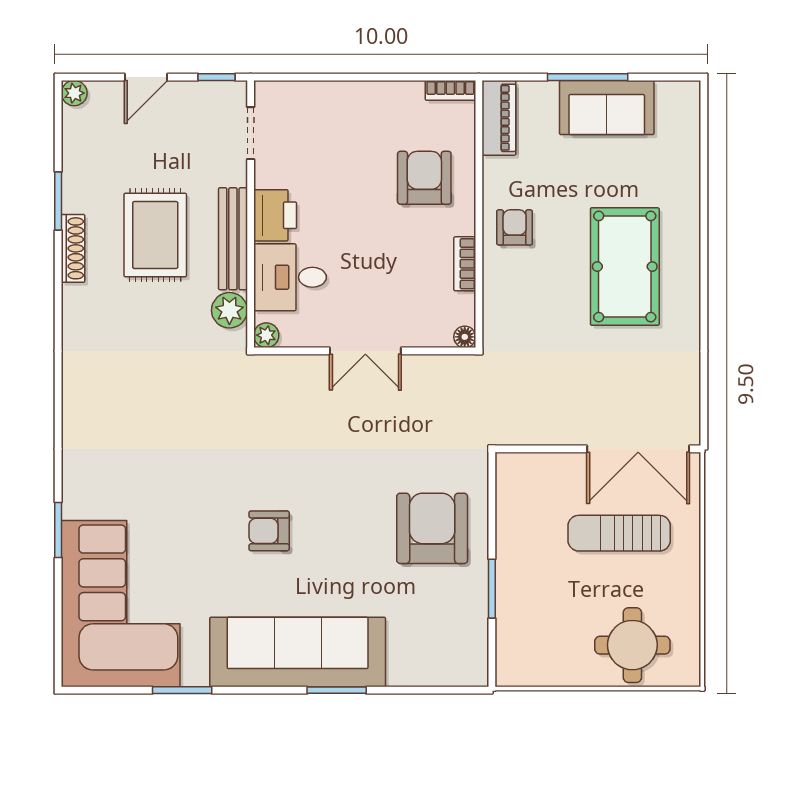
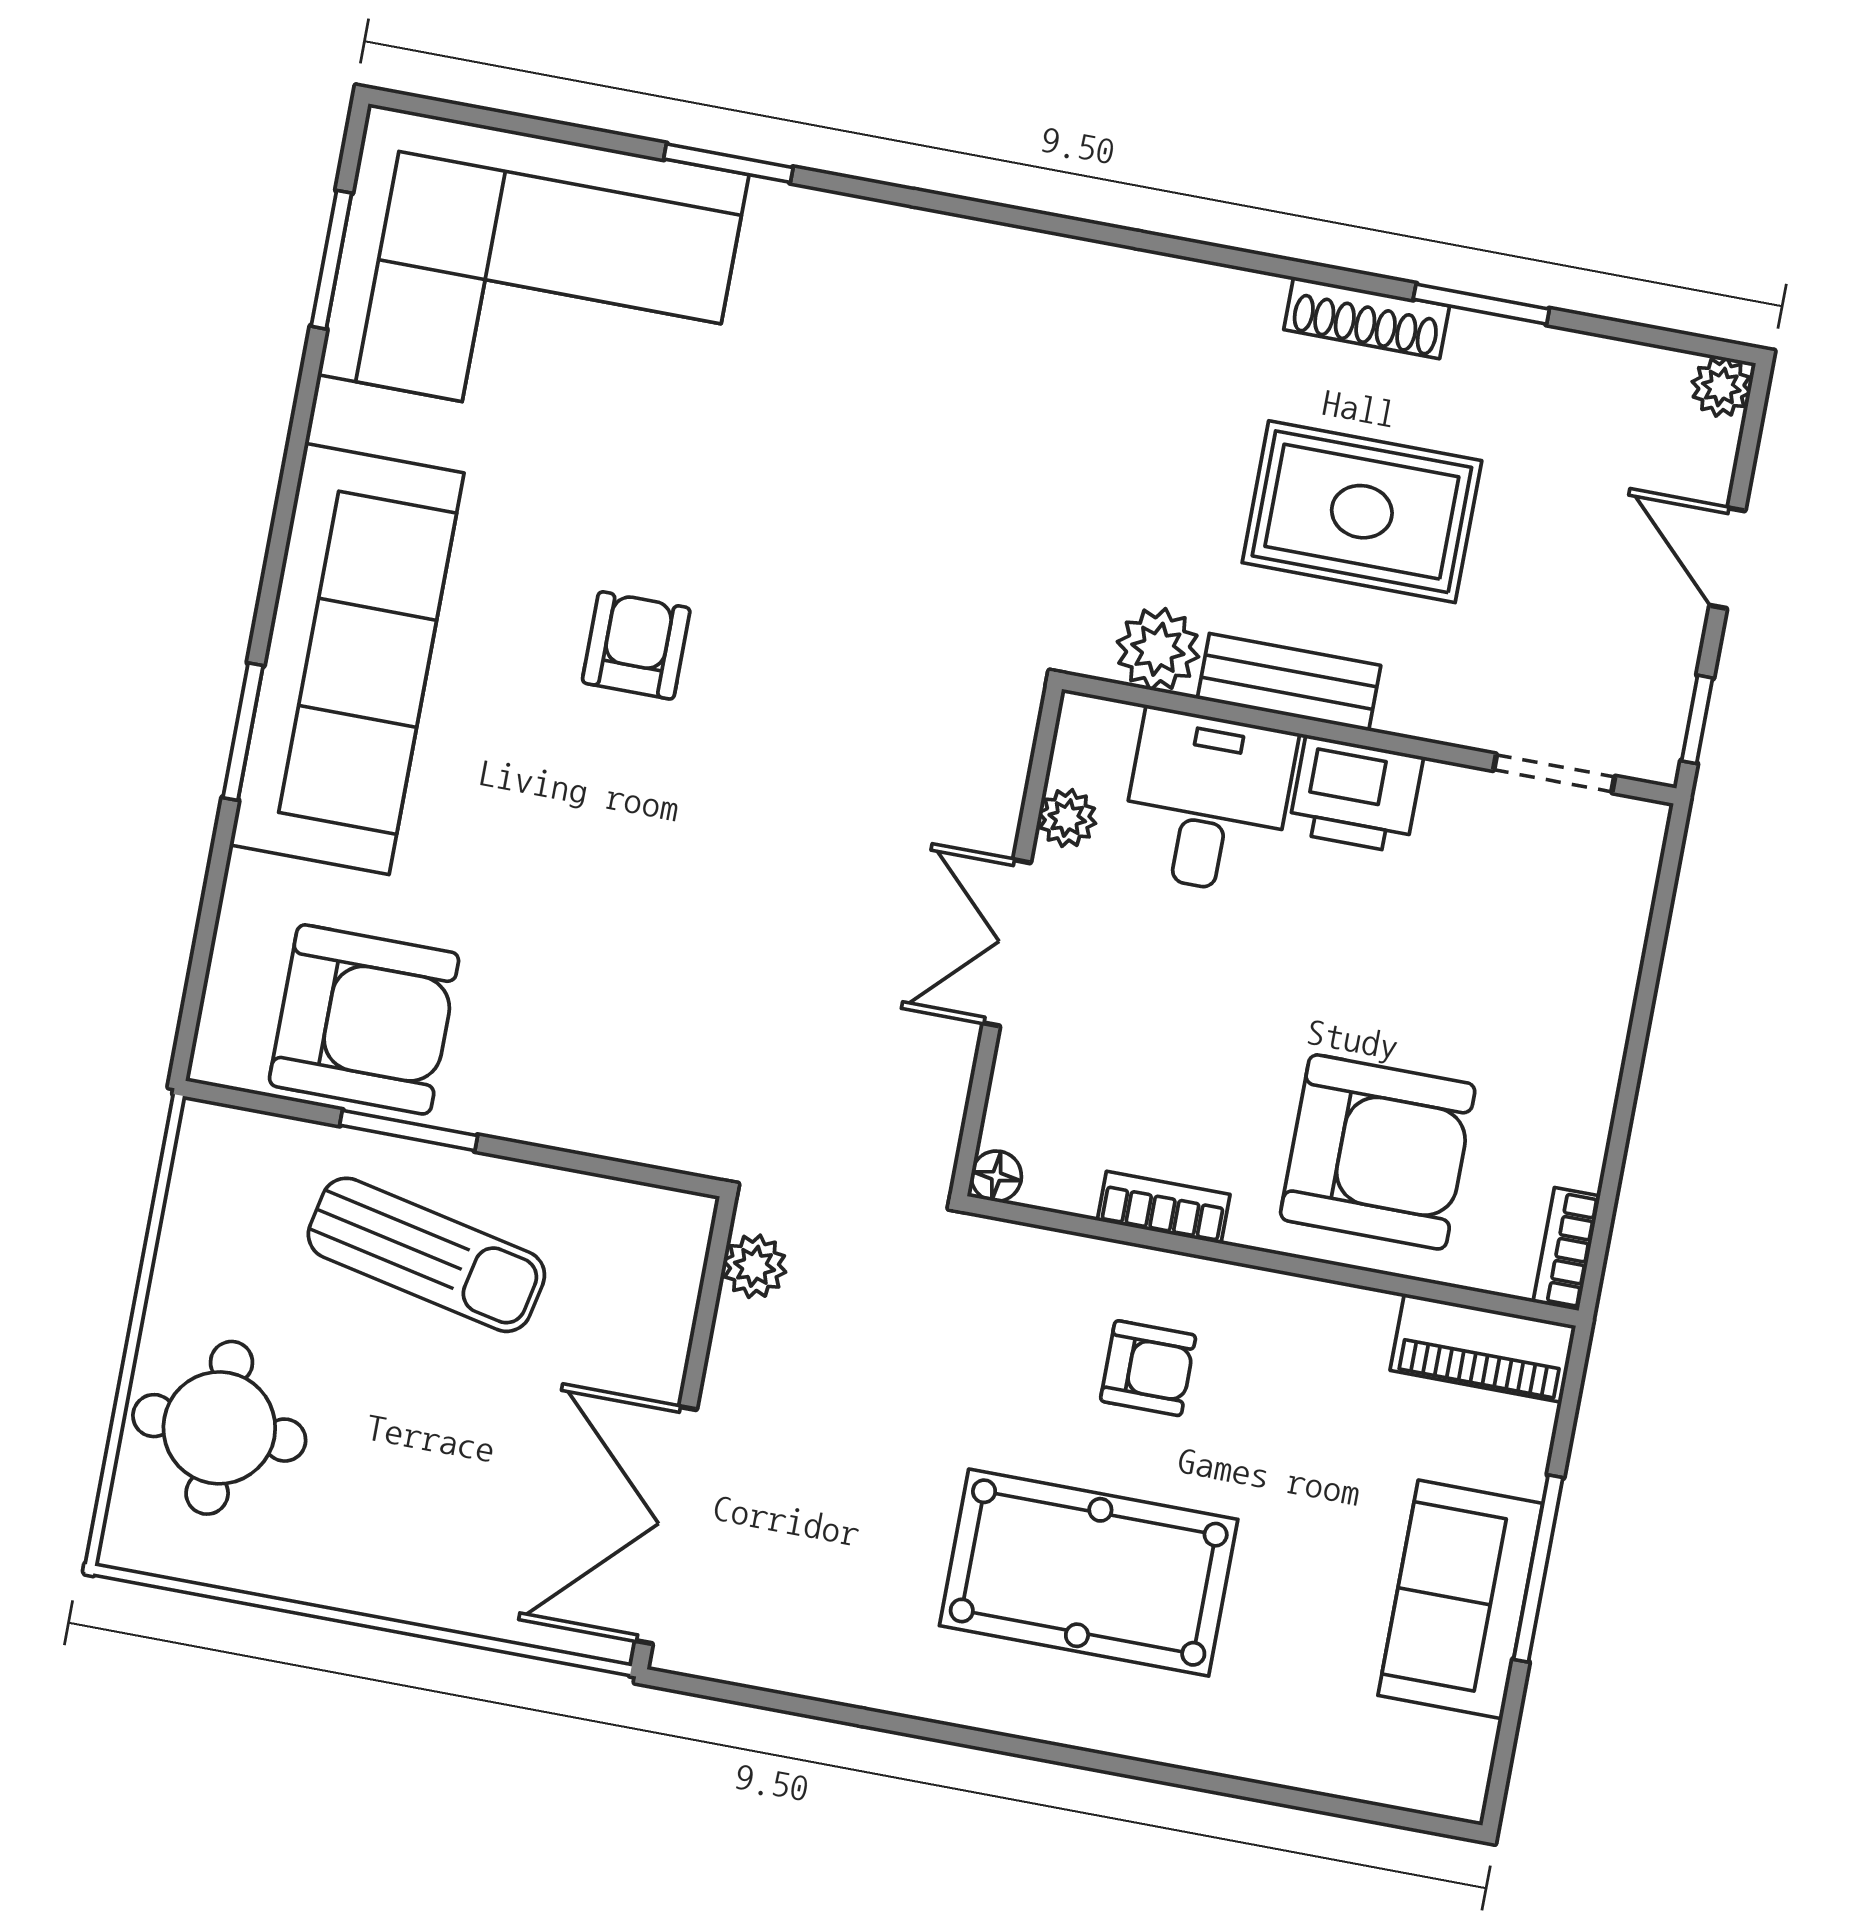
armchair: (424, 178) -> (1378, 1152), width x1.36, depth x1.36
armchair: (515, 227) -> (1148, 1368), moved
bench: (233, 239) -> (1289, 682), width x0.73
plant: (266, 335) -> (1067, 818), moved
plant: (522, 432) -> (754, 1266), added
armchair: (432, 528) -> (364, 1019), moved
sun lounger: (619, 533) -> (426, 1255), moved, turned 102
window: (182, 690) -> (331, 260), moved

